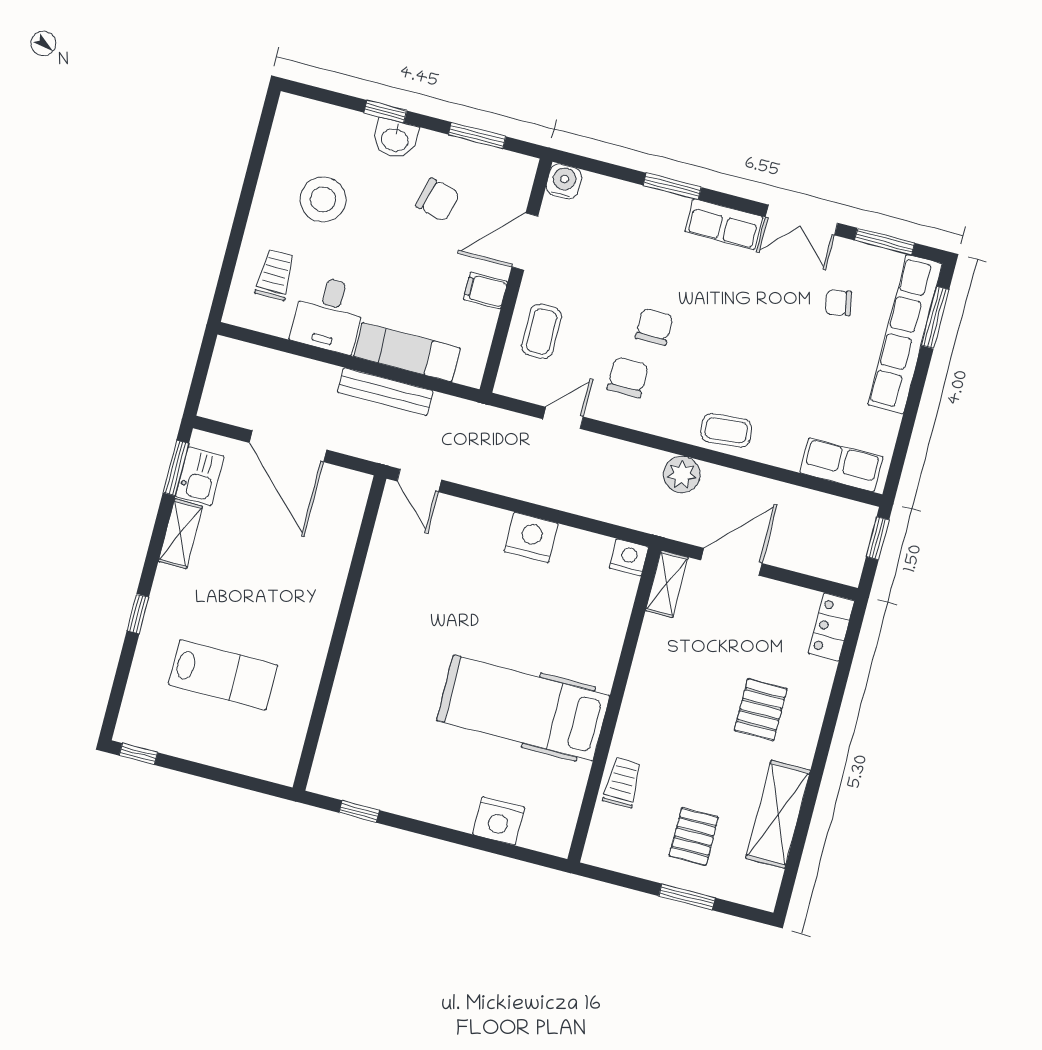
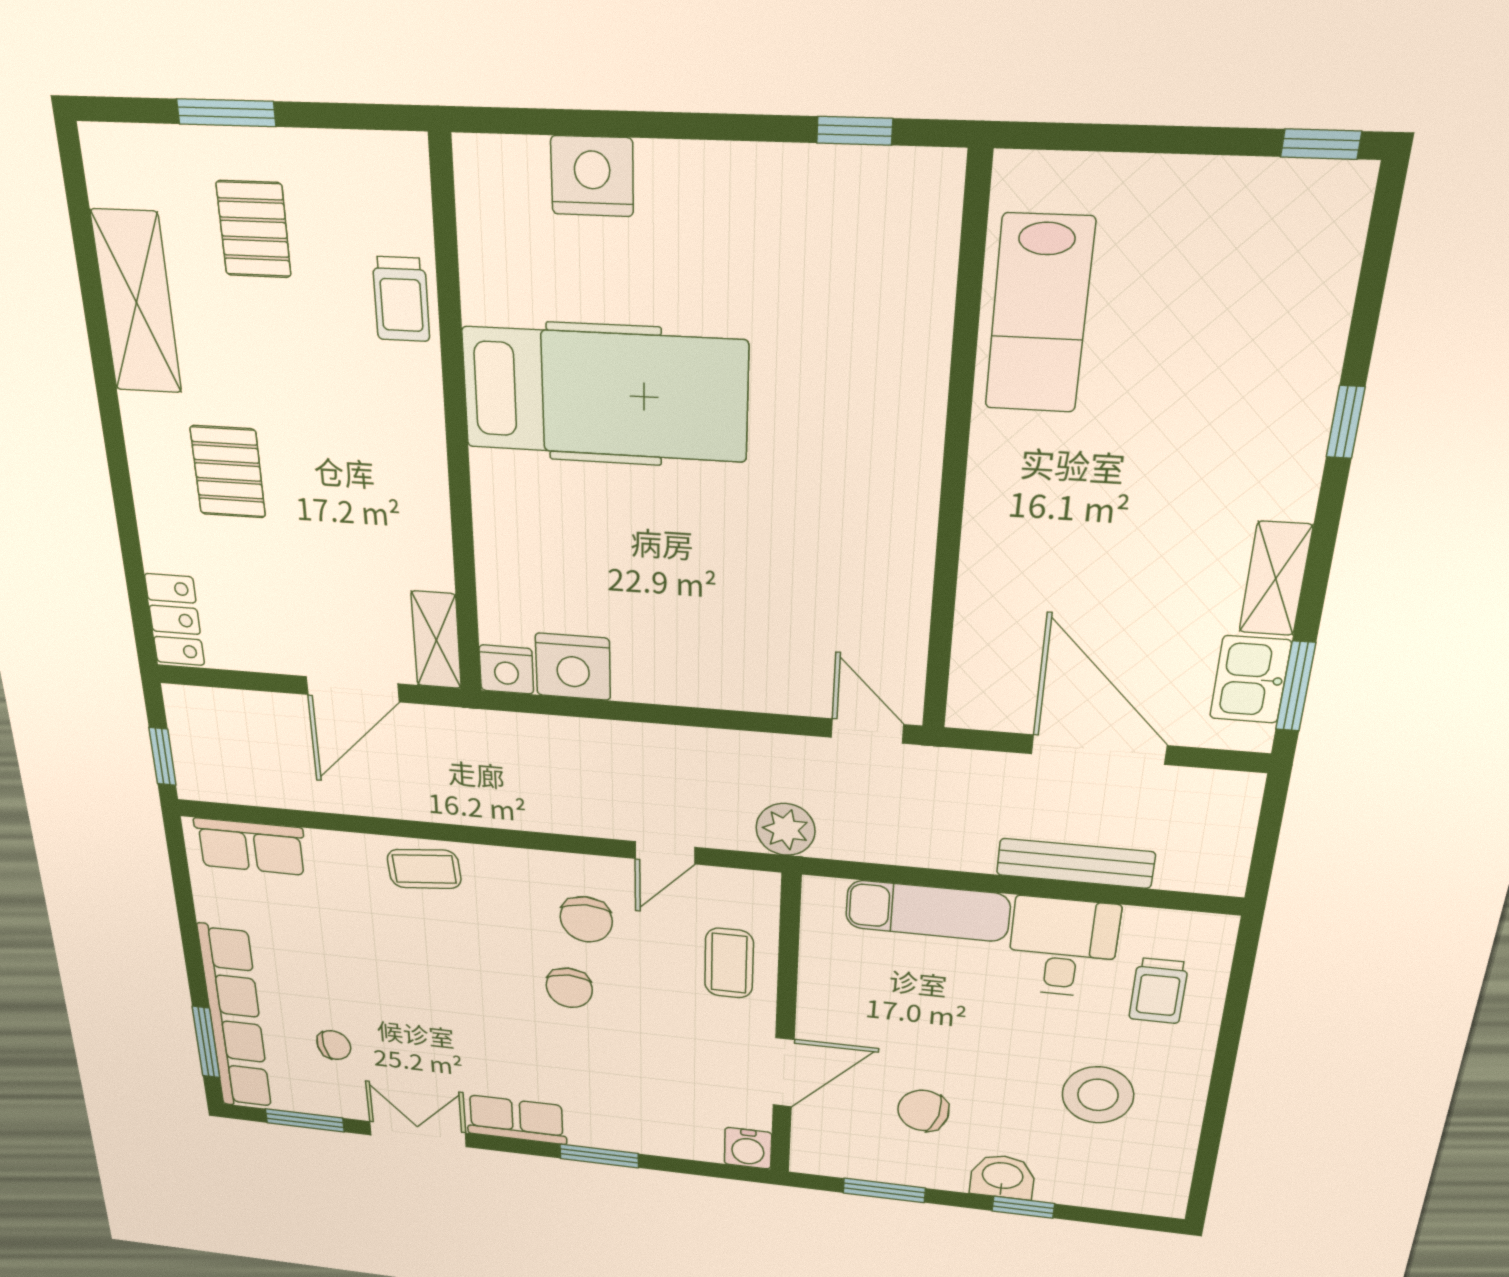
filing cabinet: (485, 291) -> (826, 1006), removed
bench: (385, 392) -> (1075, 863), moved
plant: (682, 474) -> (786, 829), moved
nightstand: (531, 537) -> (573, 667), moved
lab bench: (223, 675) -> (1039, 314), moved, turned -90

